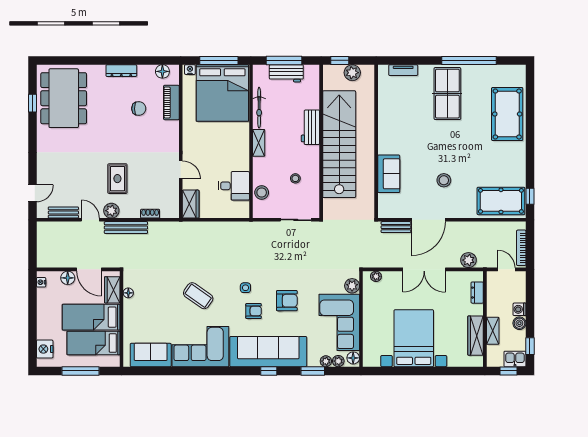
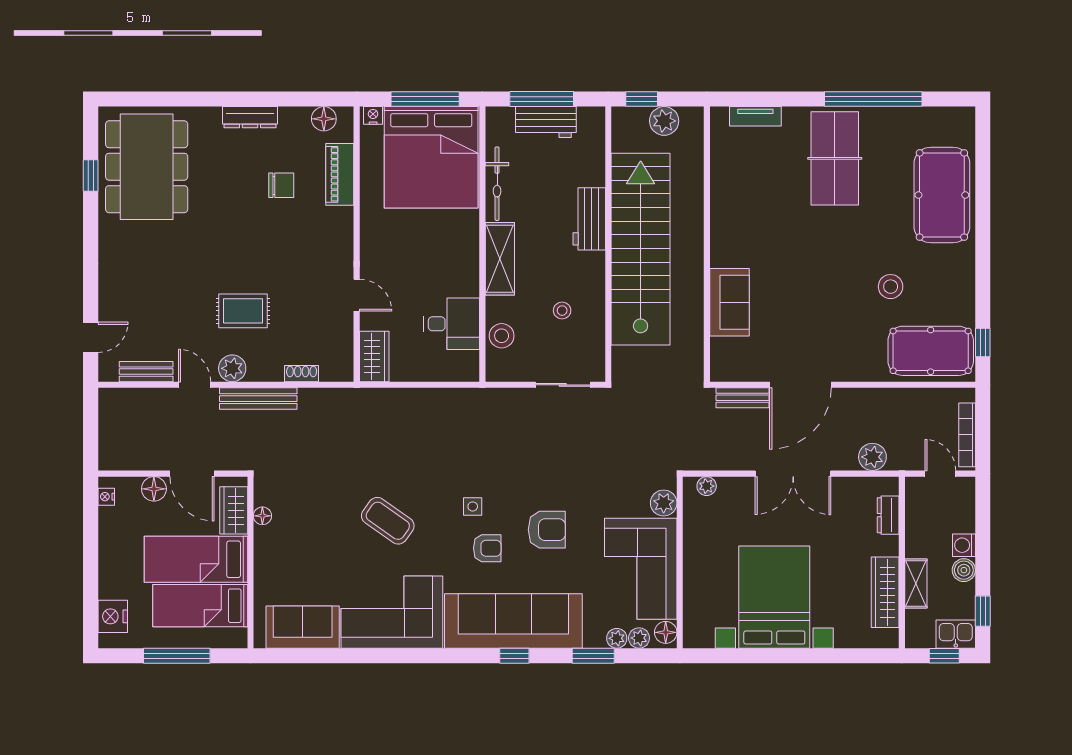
shelving: (259, 143) -> (500, 259), width x1.50, depth x1.33
rug: (117, 179) -> (243, 311), turned 90
stool: (444, 180) -> (891, 287), moved

